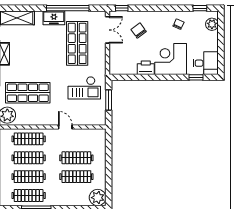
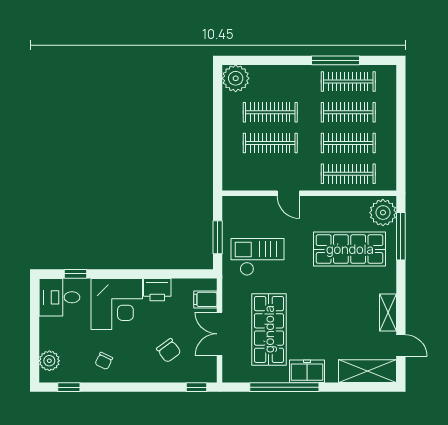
double door: (108, 30) -> (219, 334), moved
filing cabinet: (116, 62) -> (205, 299), added

